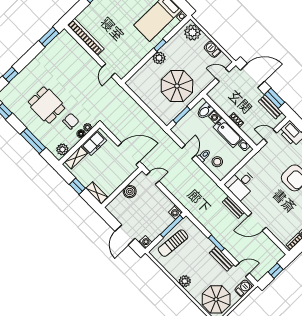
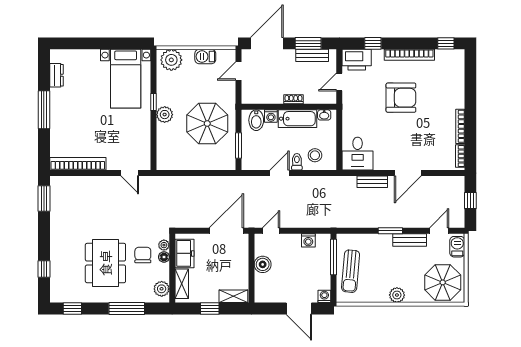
dining table: (46, 105) -> (105, 263), width x1.38
door: (189, 152) -> (279, 173), hinge flipped
washing machine: (176, 212) -> (308, 240), moved

